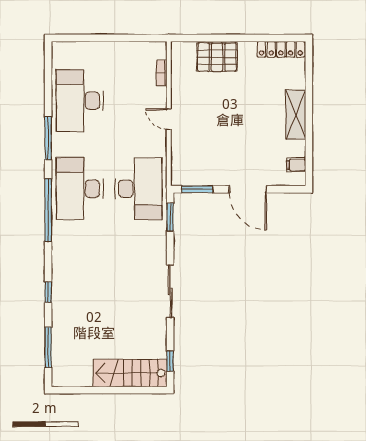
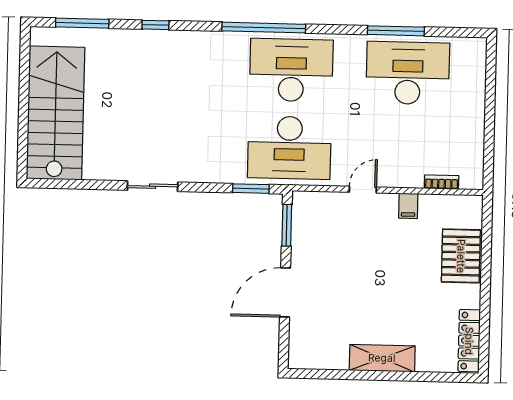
door: (169, 119) -> (363, 190), moved
window: (48, 138) -> (396, 31), moved
filing cabinet: (296, 165) -> (408, 206), moved, turned 180
sliding door: (170, 291) -> (153, 186), width x0.73
window: (170, 361) -> (60, 184), removed
stairs: (130, 373) -> (55, 113), width x1.36, depth x1.51

